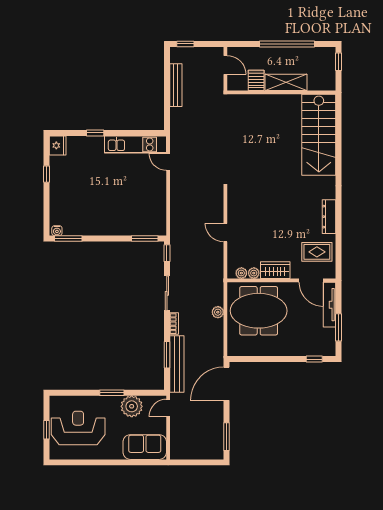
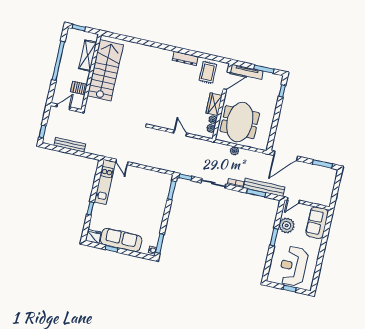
shelving: (286, 82) -> (88, 55), moved
stairs: (319, 135) -> (105, 70), moved, turned -90
door: (168, 162) -> (122, 162), hinge flipped
sofa: (61, 184) -> (121, 240), added
door: (225, 233) -> (180, 133), swing flipped
door: (227, 384) -> (286, 156), hinge flipped
door: (168, 408) -> (293, 200), hinge flipped

